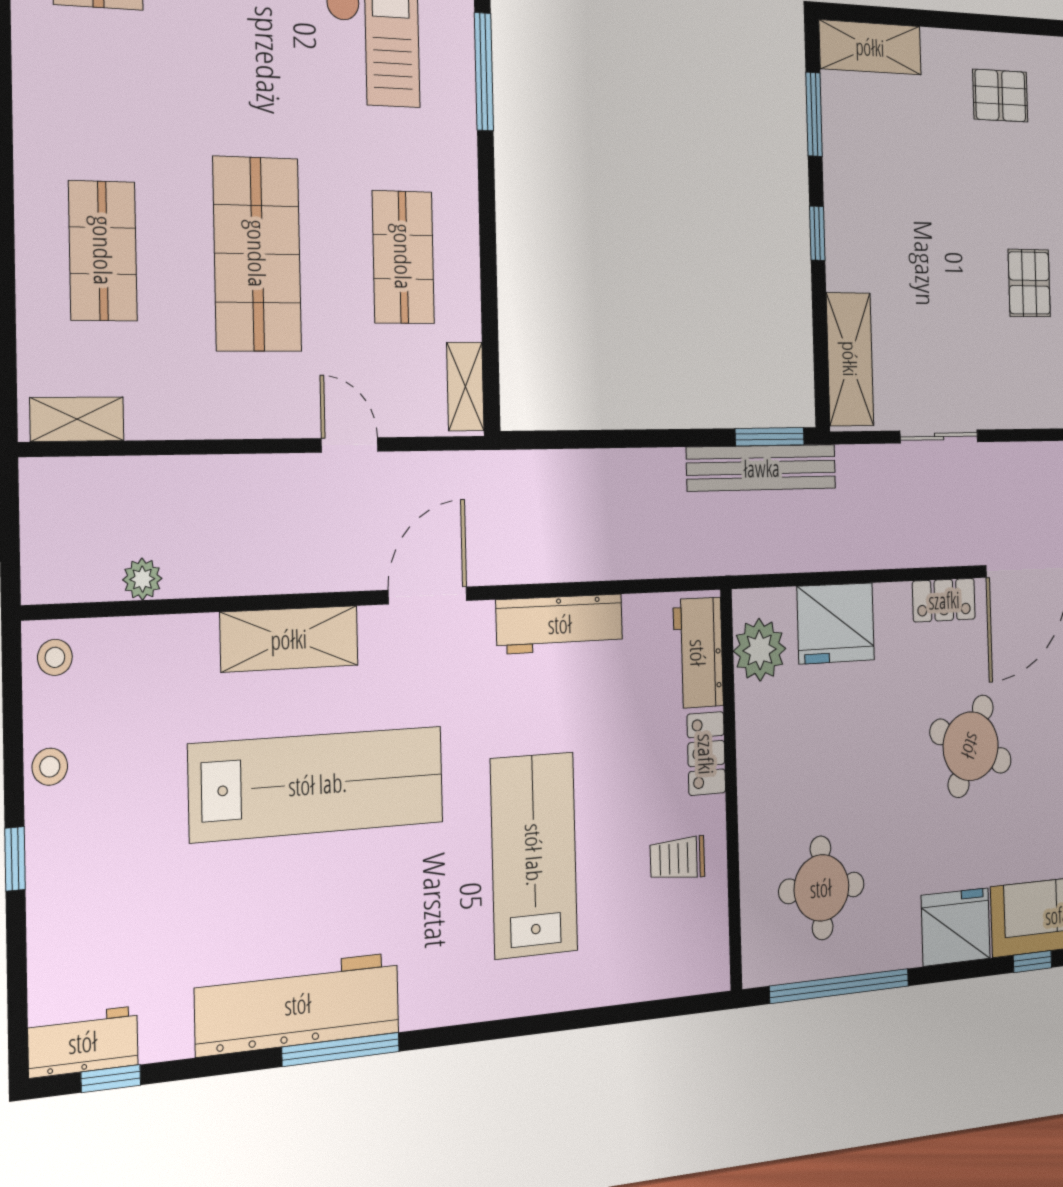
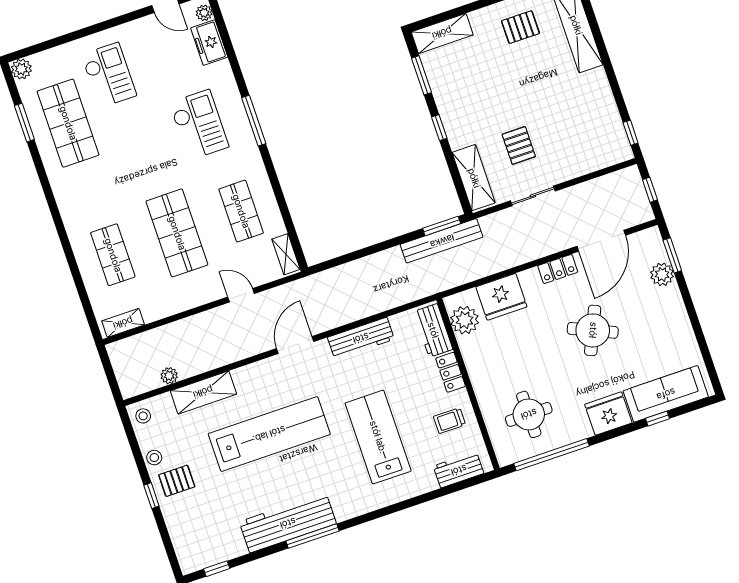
pallet: (1029, 283) -> (519, 145), moved
shelving: (289, 639) -> (203, 392), moved
pallet: (84, 838) -> (177, 481), added
workbench: (83, 1042) -> (459, 470), moved

